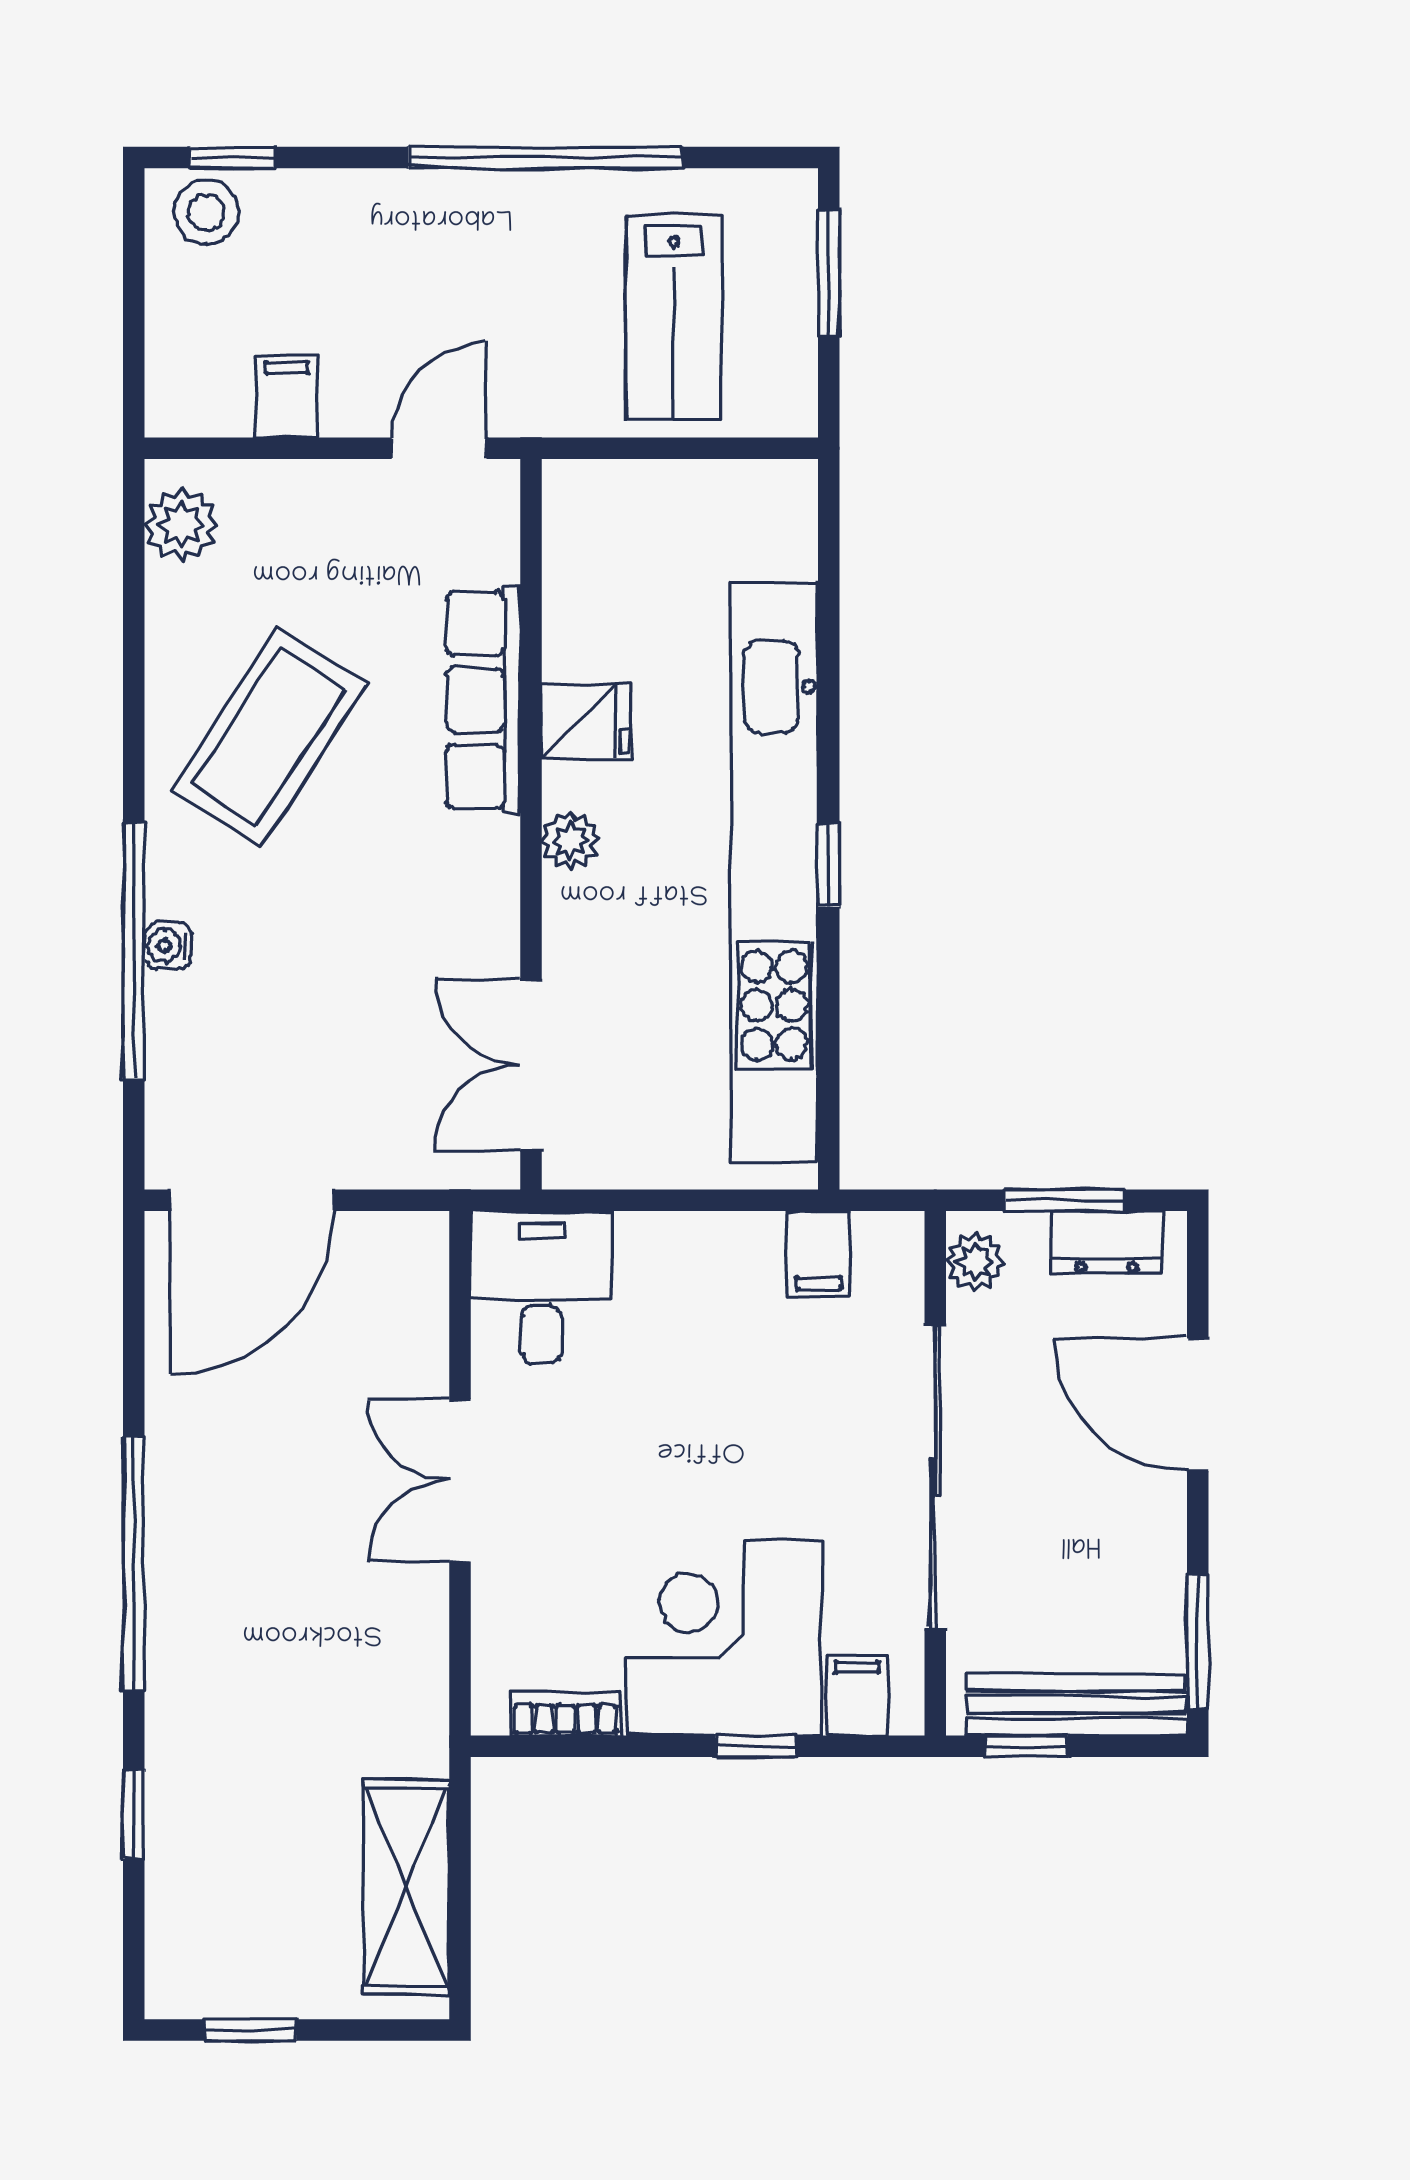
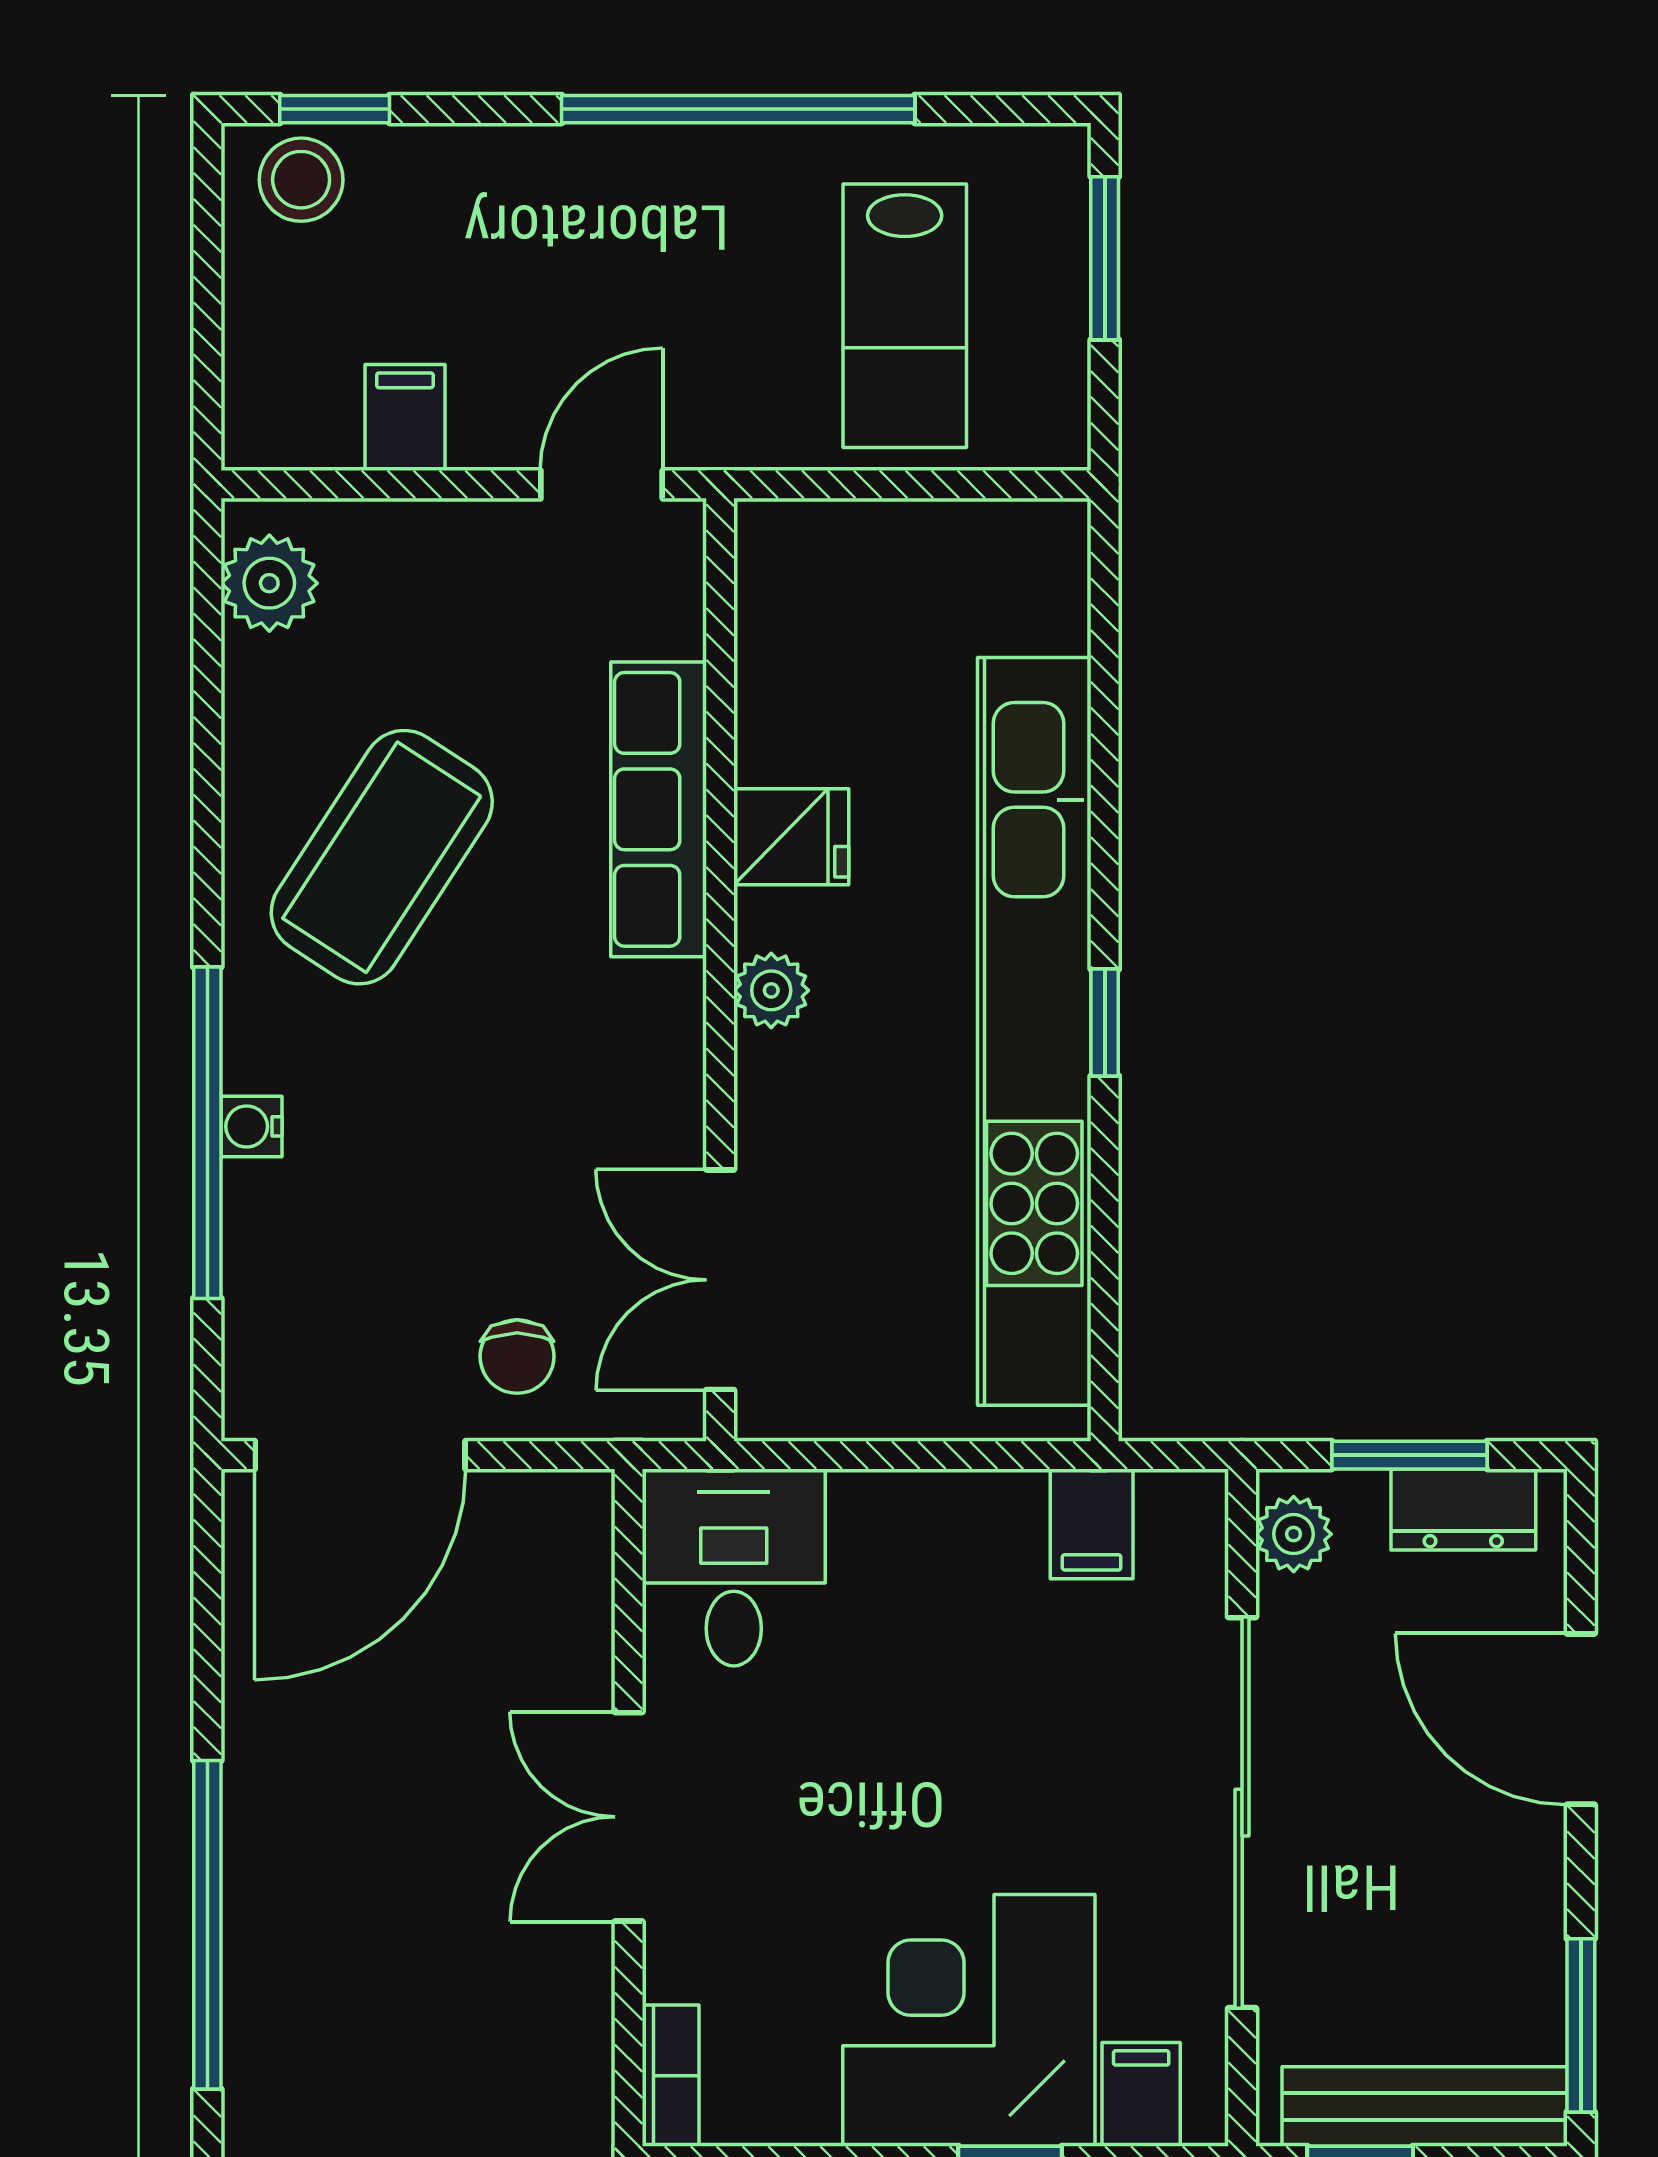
chair: (374, 1124) -> (517, 1356), added
bookcase: (566, 1714) -> (671, 2076), moved, turned 90

